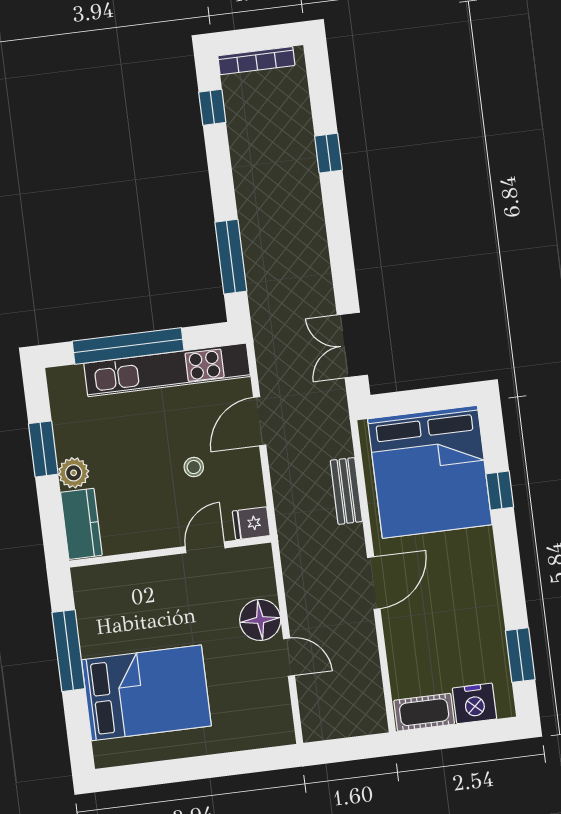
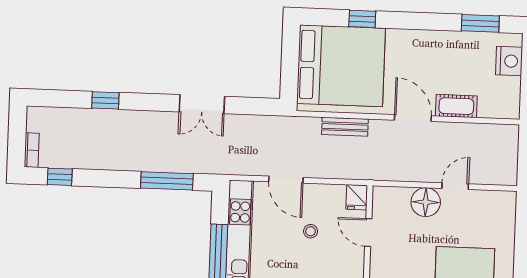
bookcase: (256, 61) -> (32, 150), width x0.64
double door: (352, 345) -> (202, 104), moved
cot: (424, 712) -> (456, 106), moved, turned 90

